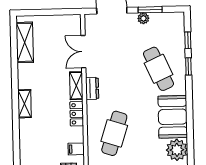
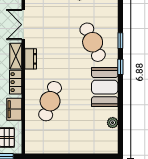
window: (188, 40) -> (120, 67), moved
filing cabinet: (76, 149) -> (14, 109), width x2.00
plant: (177, 150) -> (113, 123), width x0.53, depth x0.53

